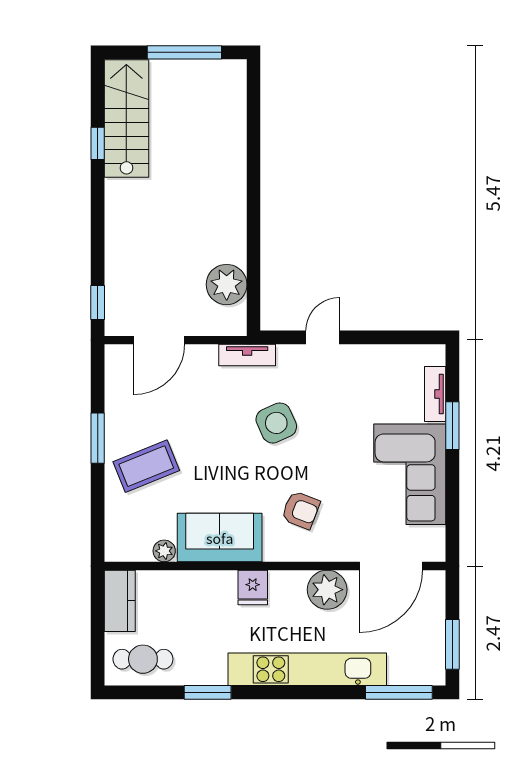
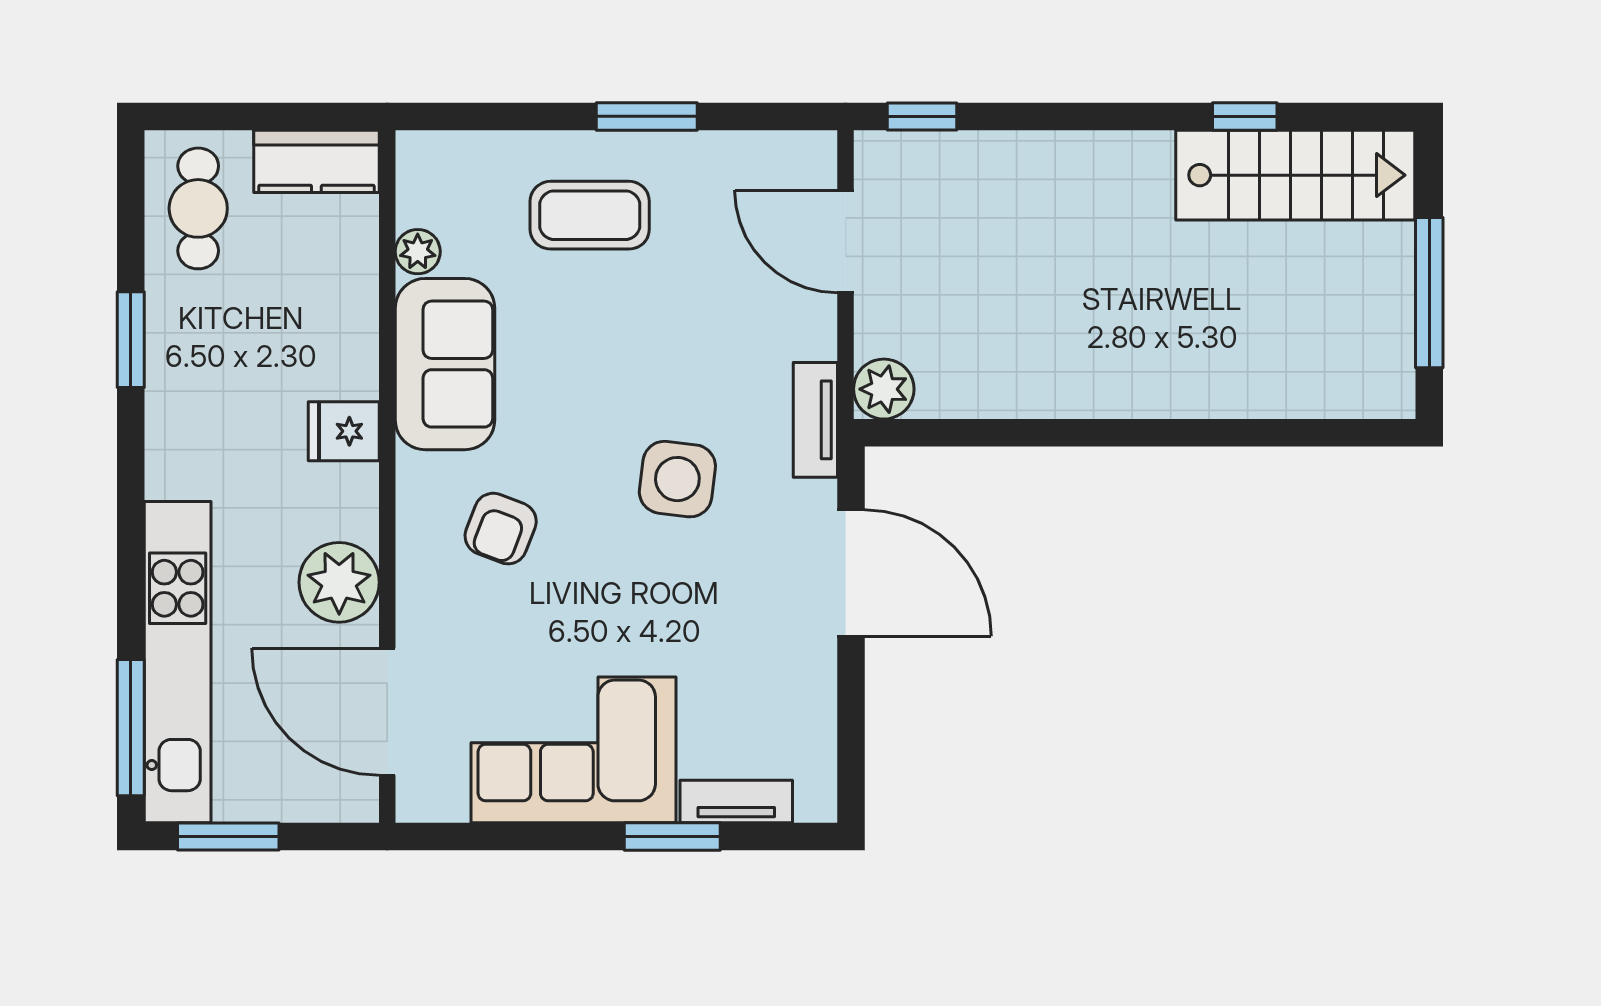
plant: (227, 285) -> (884, 389), moved, width x0.73, depth x0.73
door: (323, 337) -> (851, 573), width x1.88
side table: (276, 423) -> (677, 479), turned 31
coffee table: (146, 466) -> (590, 215), turned -68
kitchen unit: (307, 669) -> (178, 662), moved

